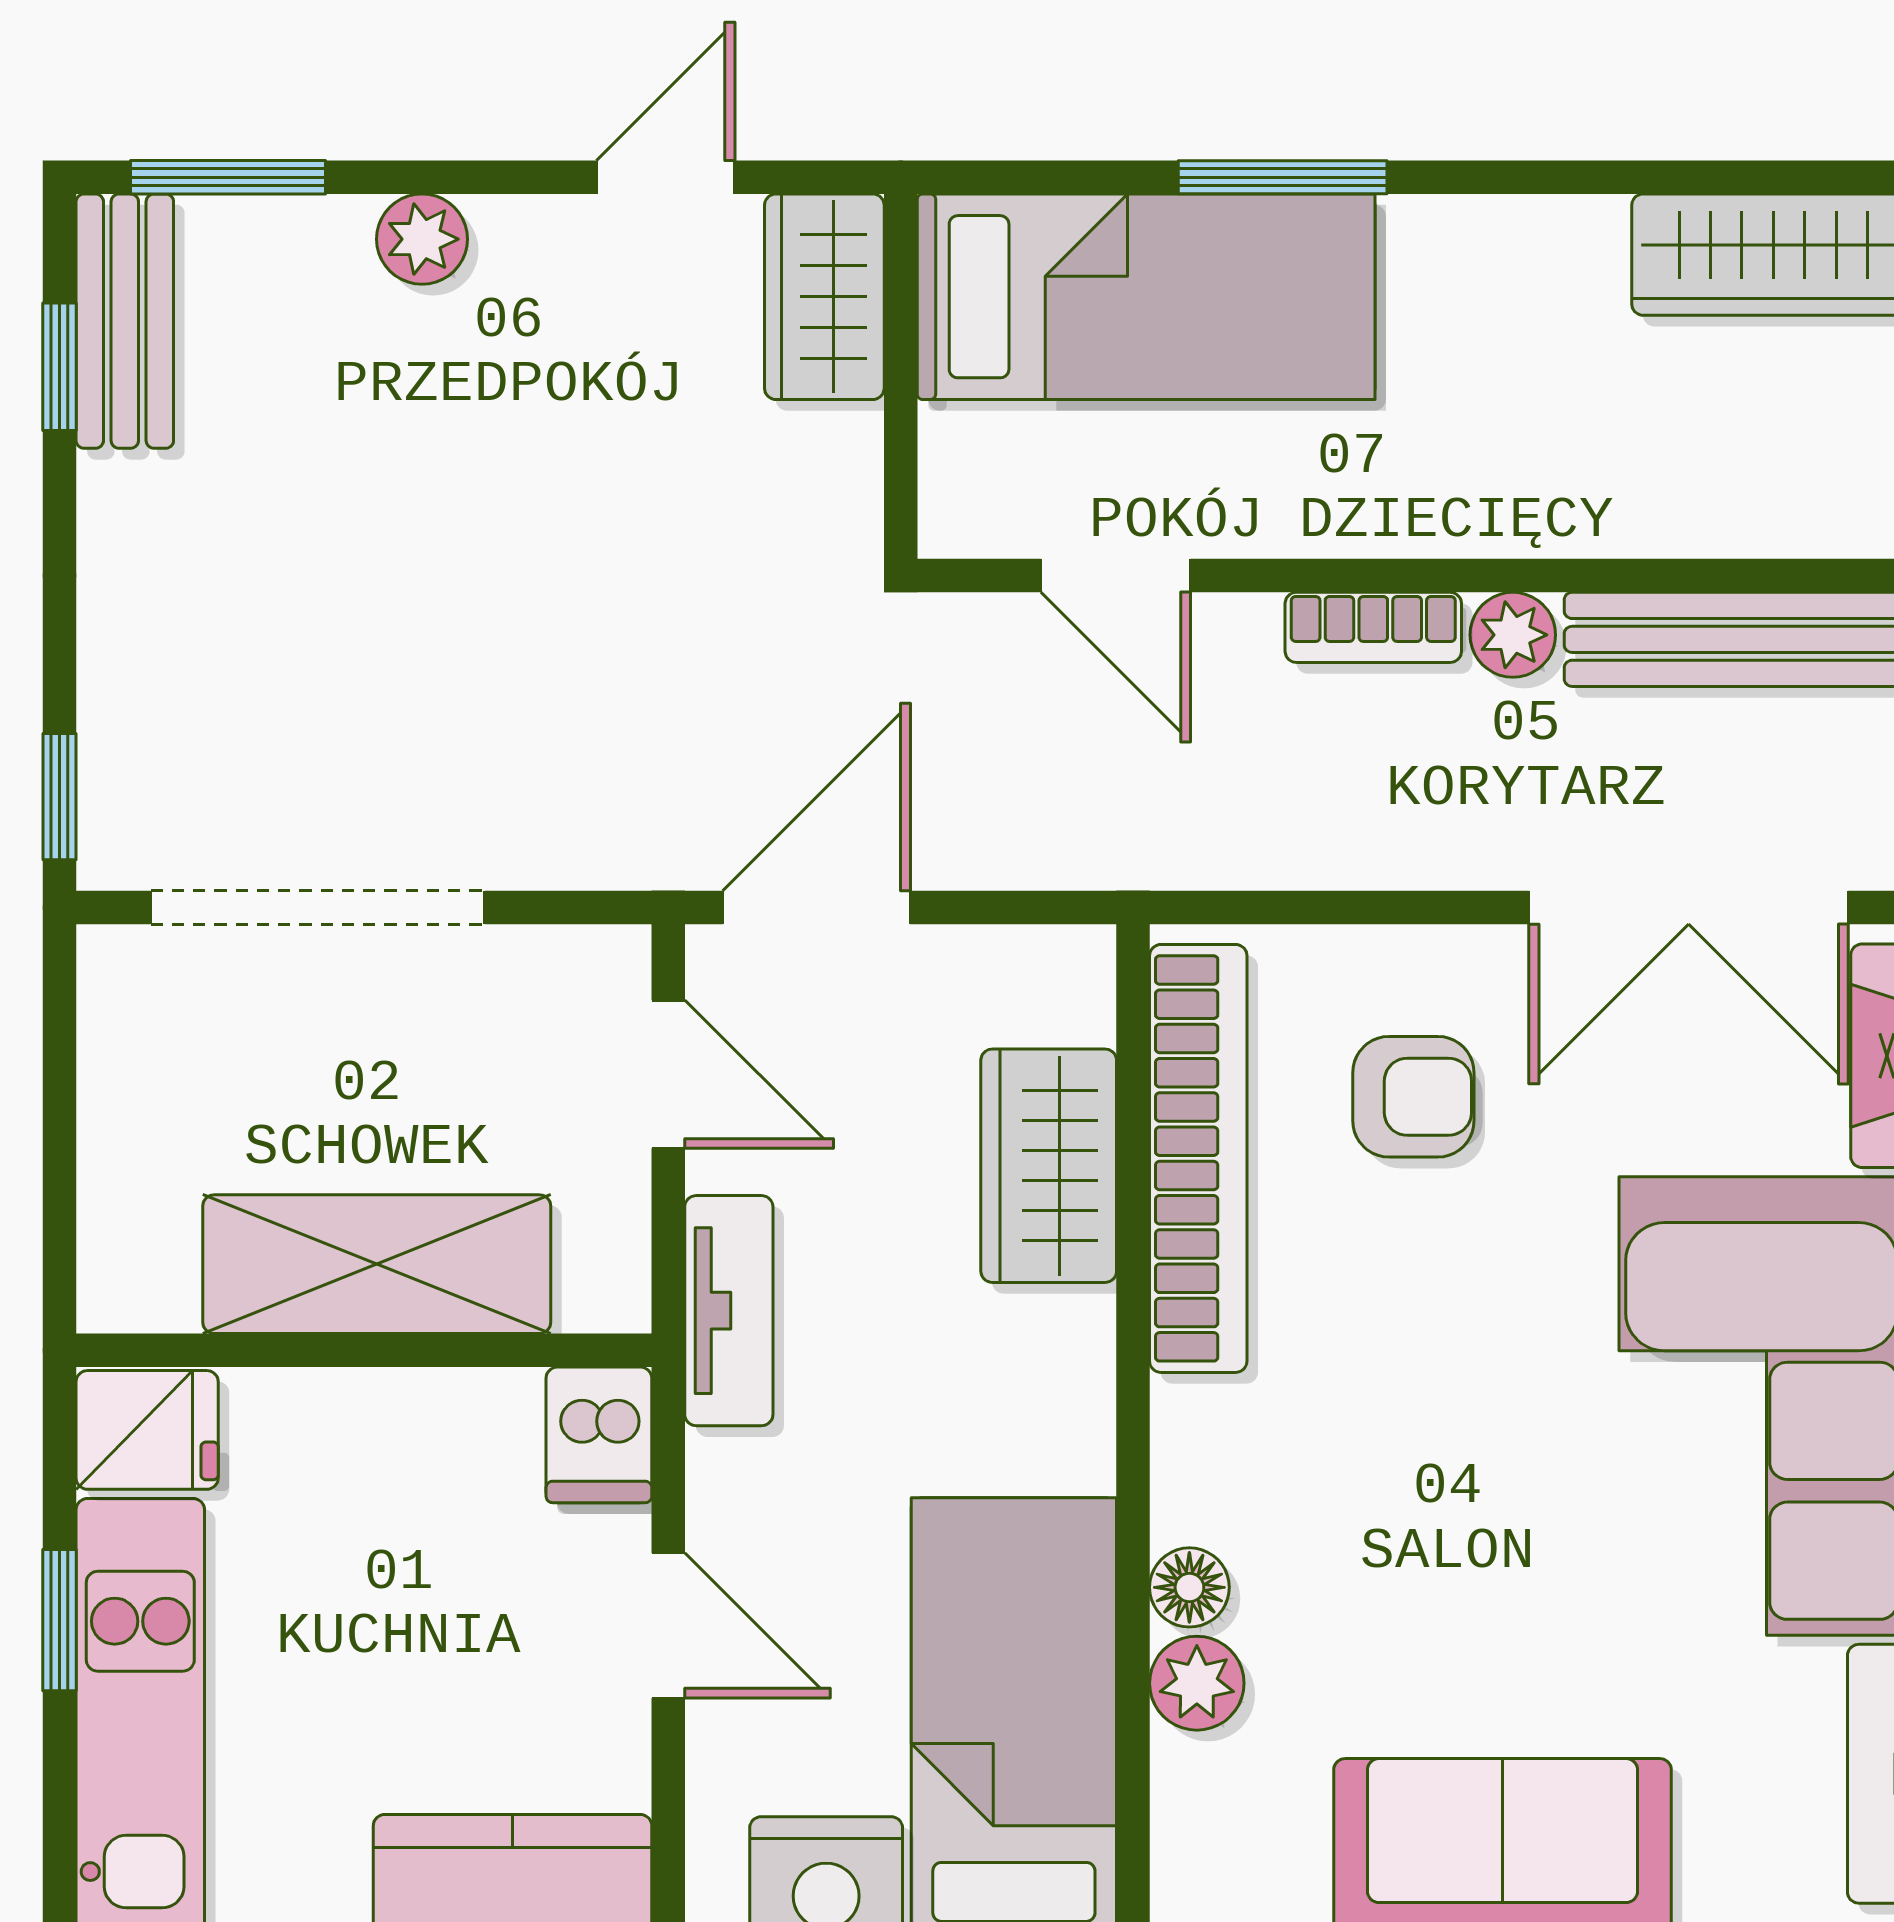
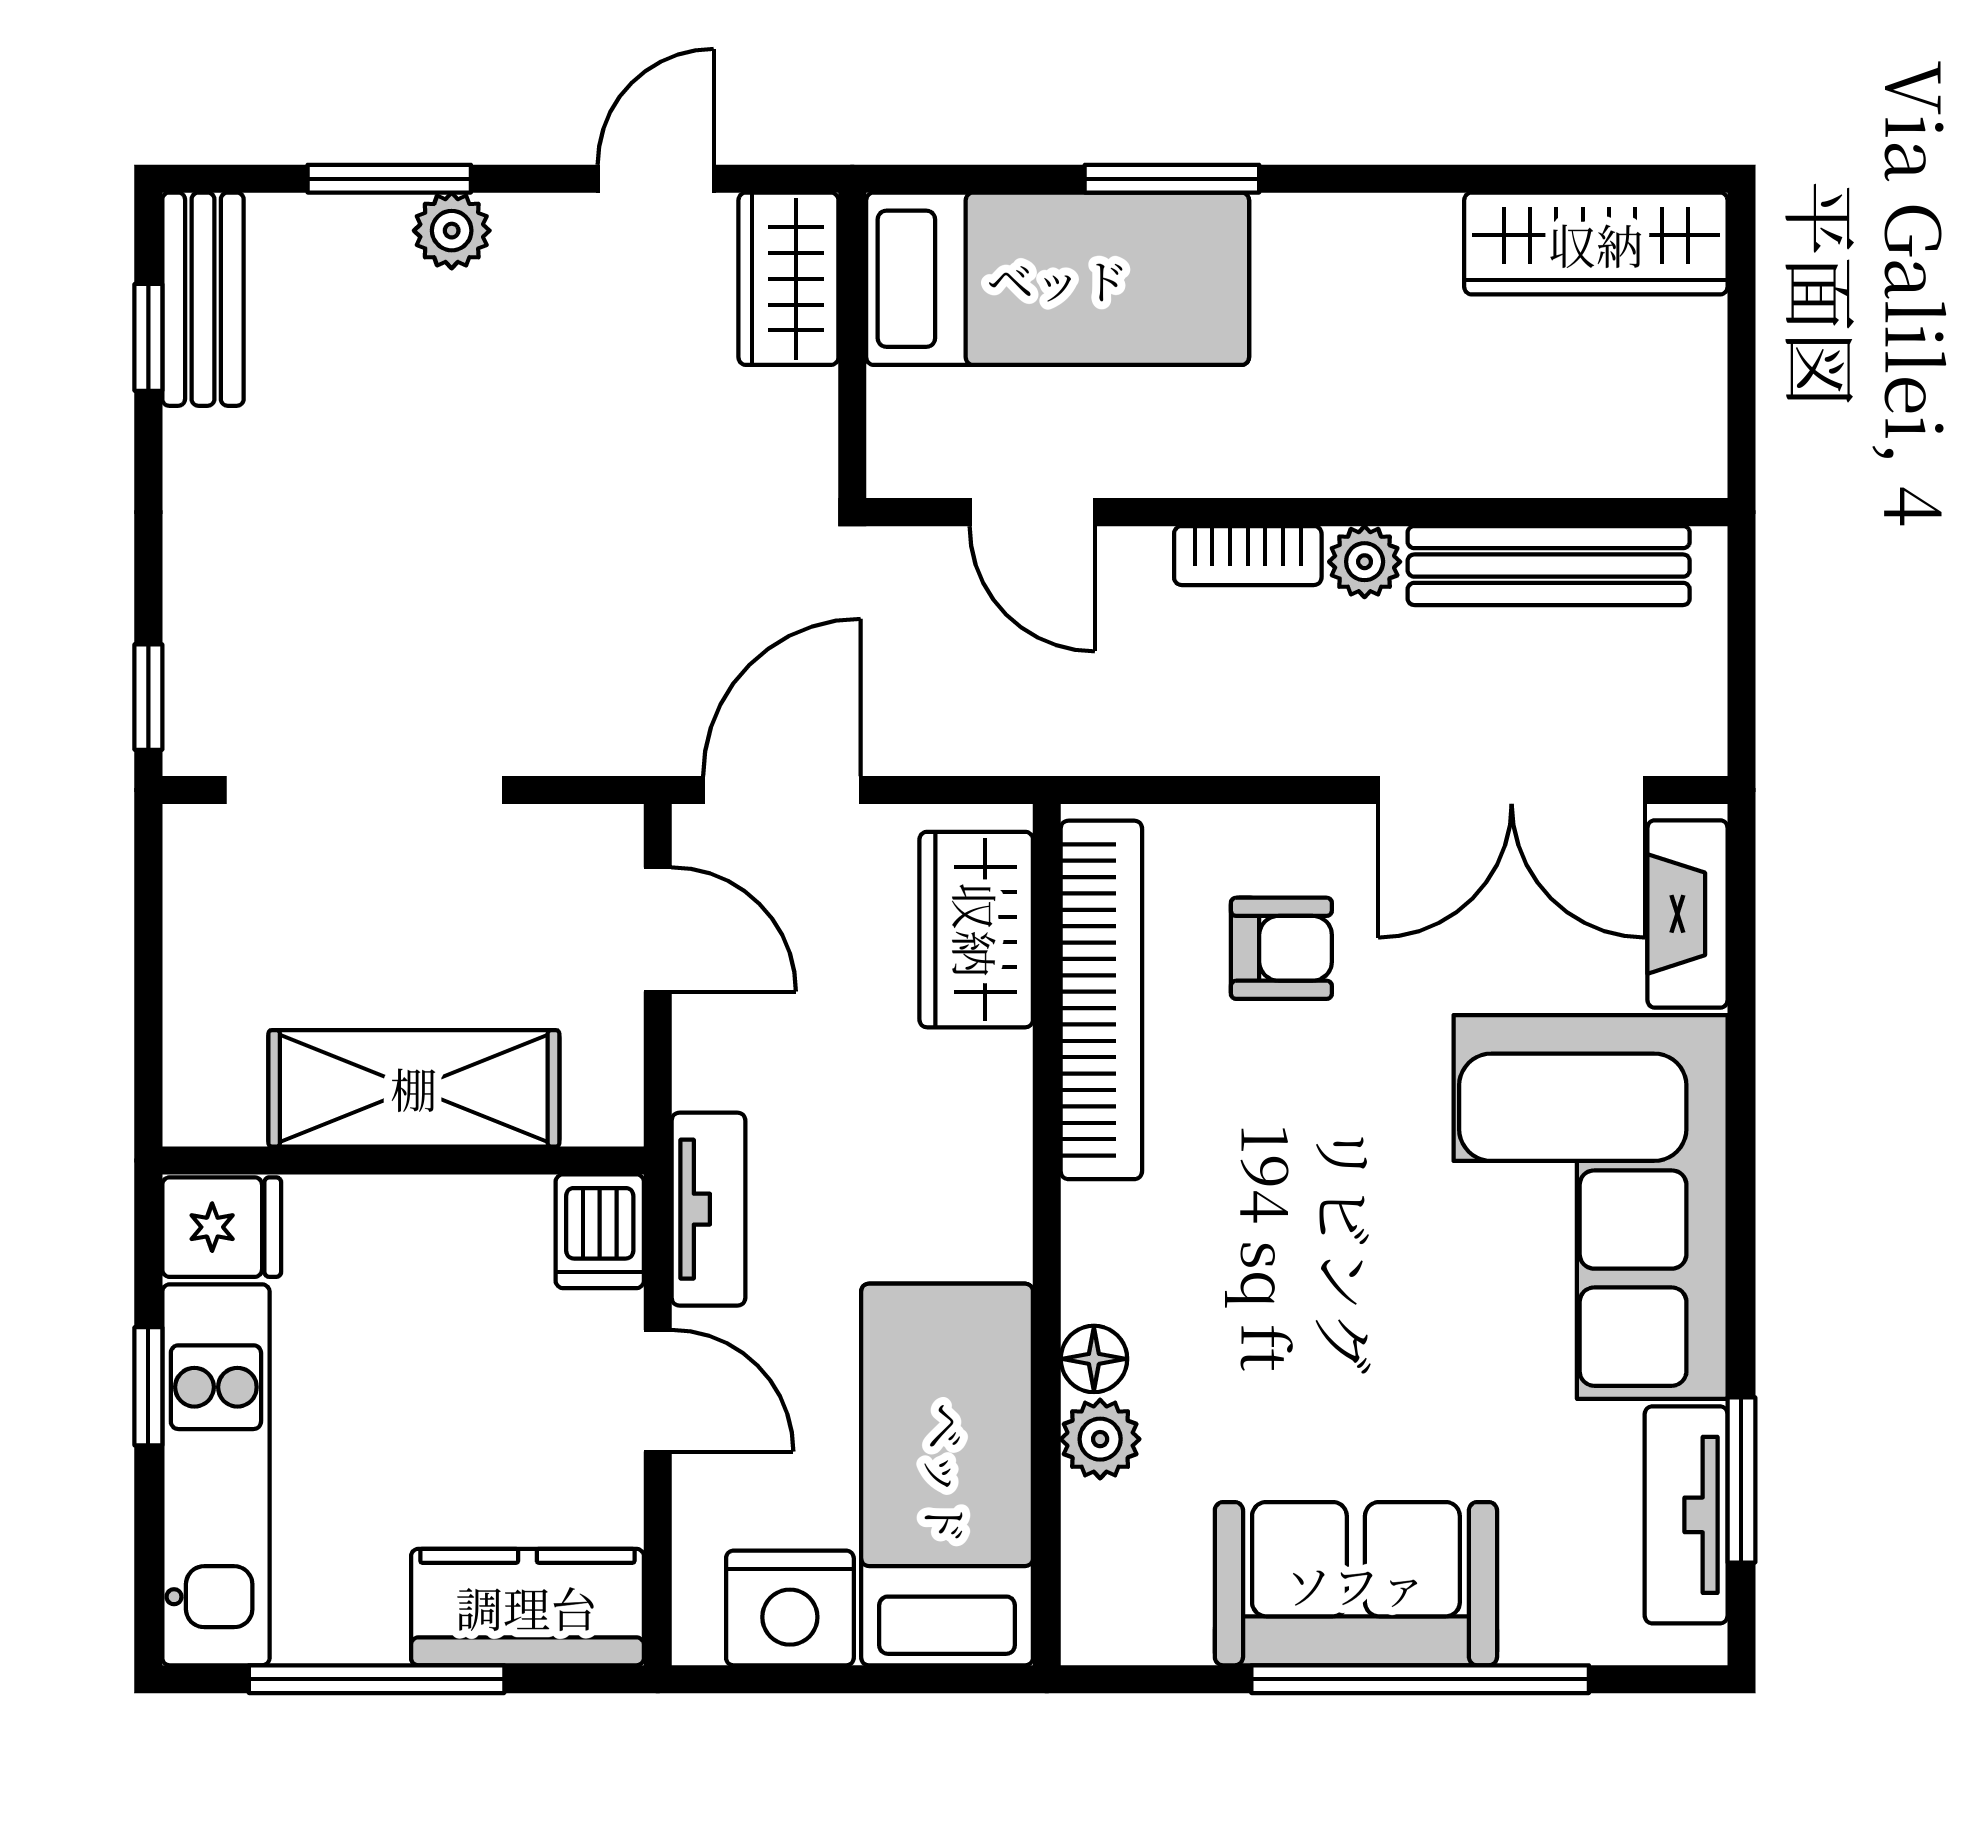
window: (228, 177) -> (389, 179), moved
wardrobe: (1049, 1166) -> (976, 930), moved
tv unit: (729, 1311) -> (708, 1209), moved

